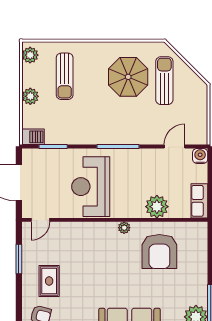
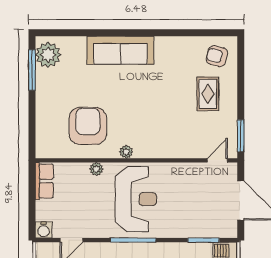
reception desk: (91, 187) -> (136, 199), moved
plant: (157, 207) -> (96, 169), width x0.53, depth x0.53
window: (19, 259) -> (241, 136), moved

